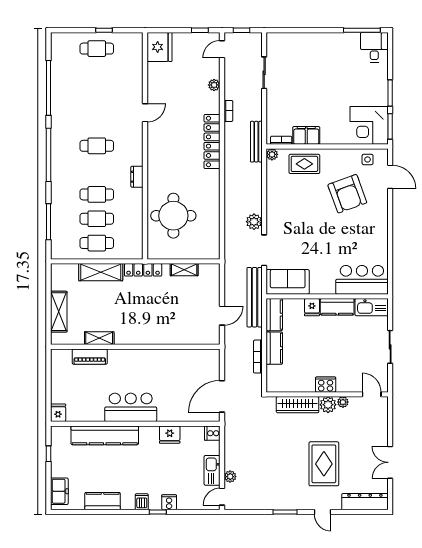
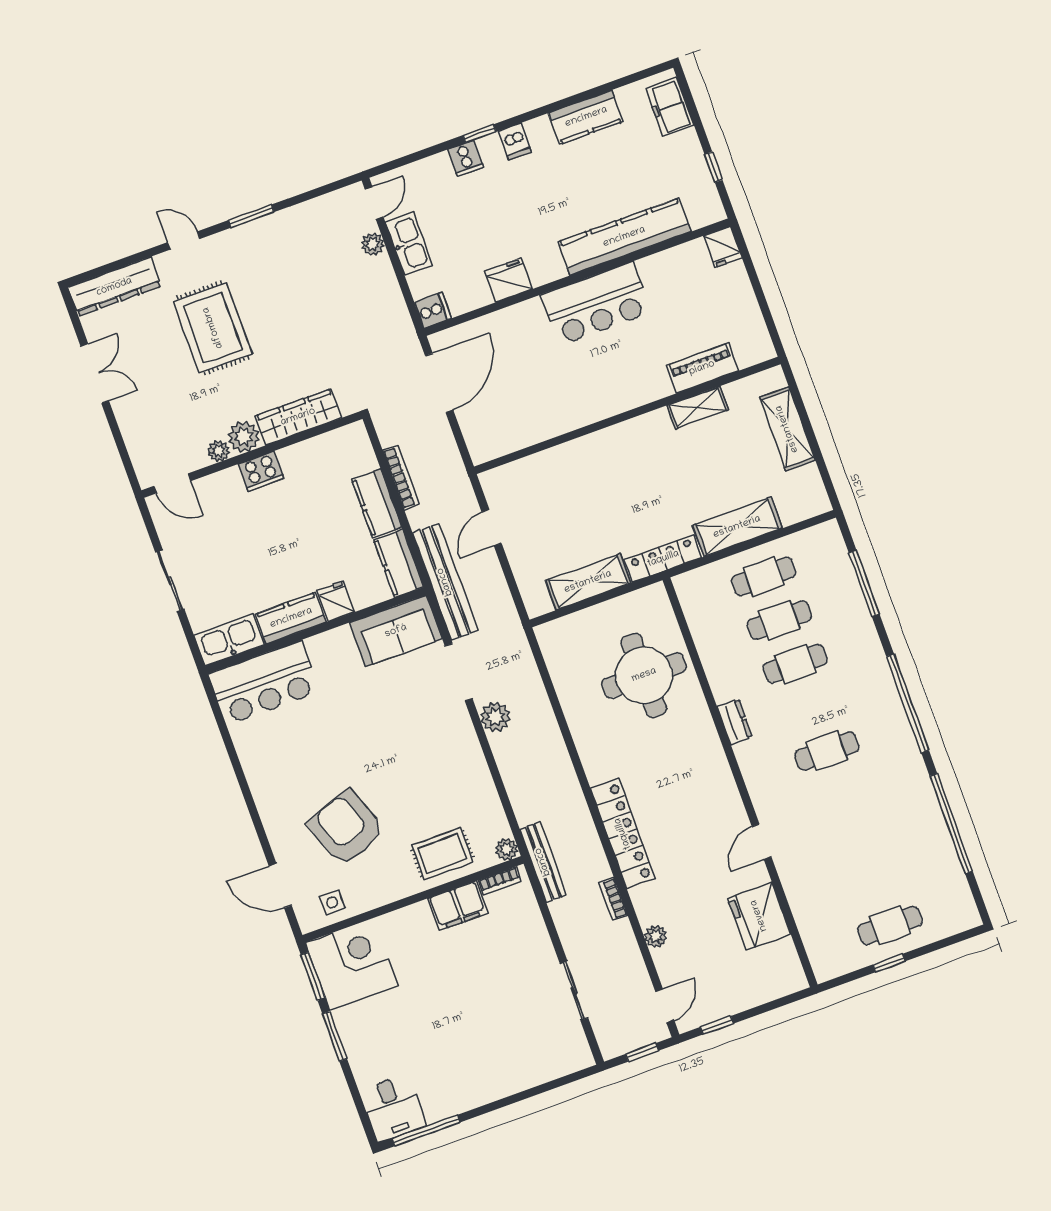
fridge: (160, 47) -> (759, 916), moved
shelving: (184, 270) -> (588, 582), width x1.50, depth x1.33

